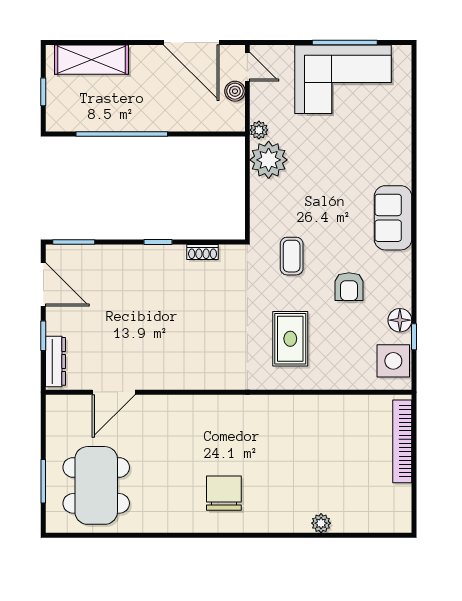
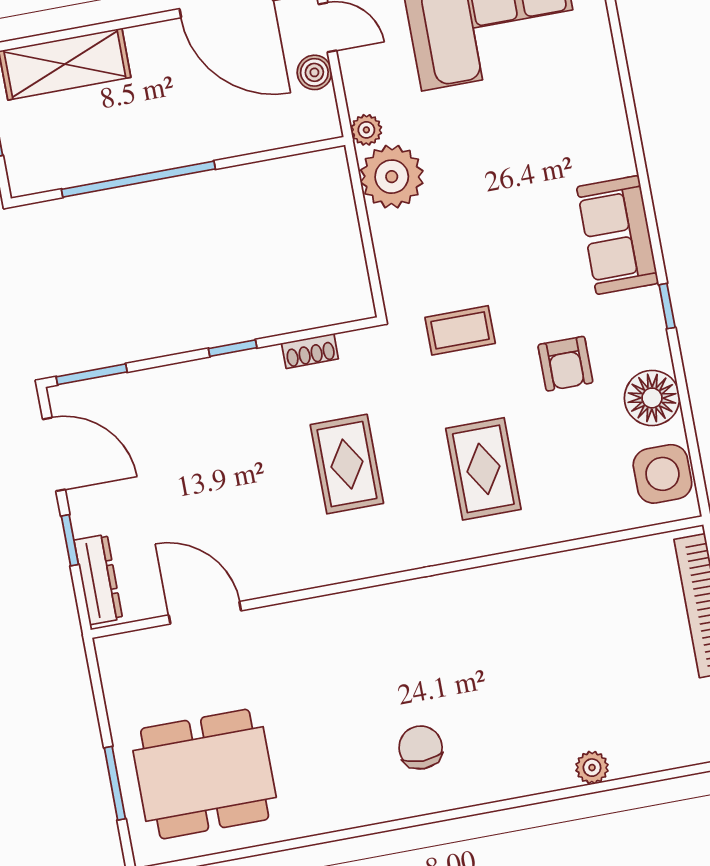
coffee table: (292, 256) -> (460, 330), turned 90
floor lamp: (400, 320) -> (652, 398), width x1.38, depth x1.38
rug: (212, 321) -> (347, 464), added
window: (414, 337) -> (667, 306), moved
door: (114, 392) -> (205, 613), swing flipped
dining table: (96, 485) -> (205, 774), turned 90
chair: (224, 493) -> (421, 748), width x0.73, depth x0.73

